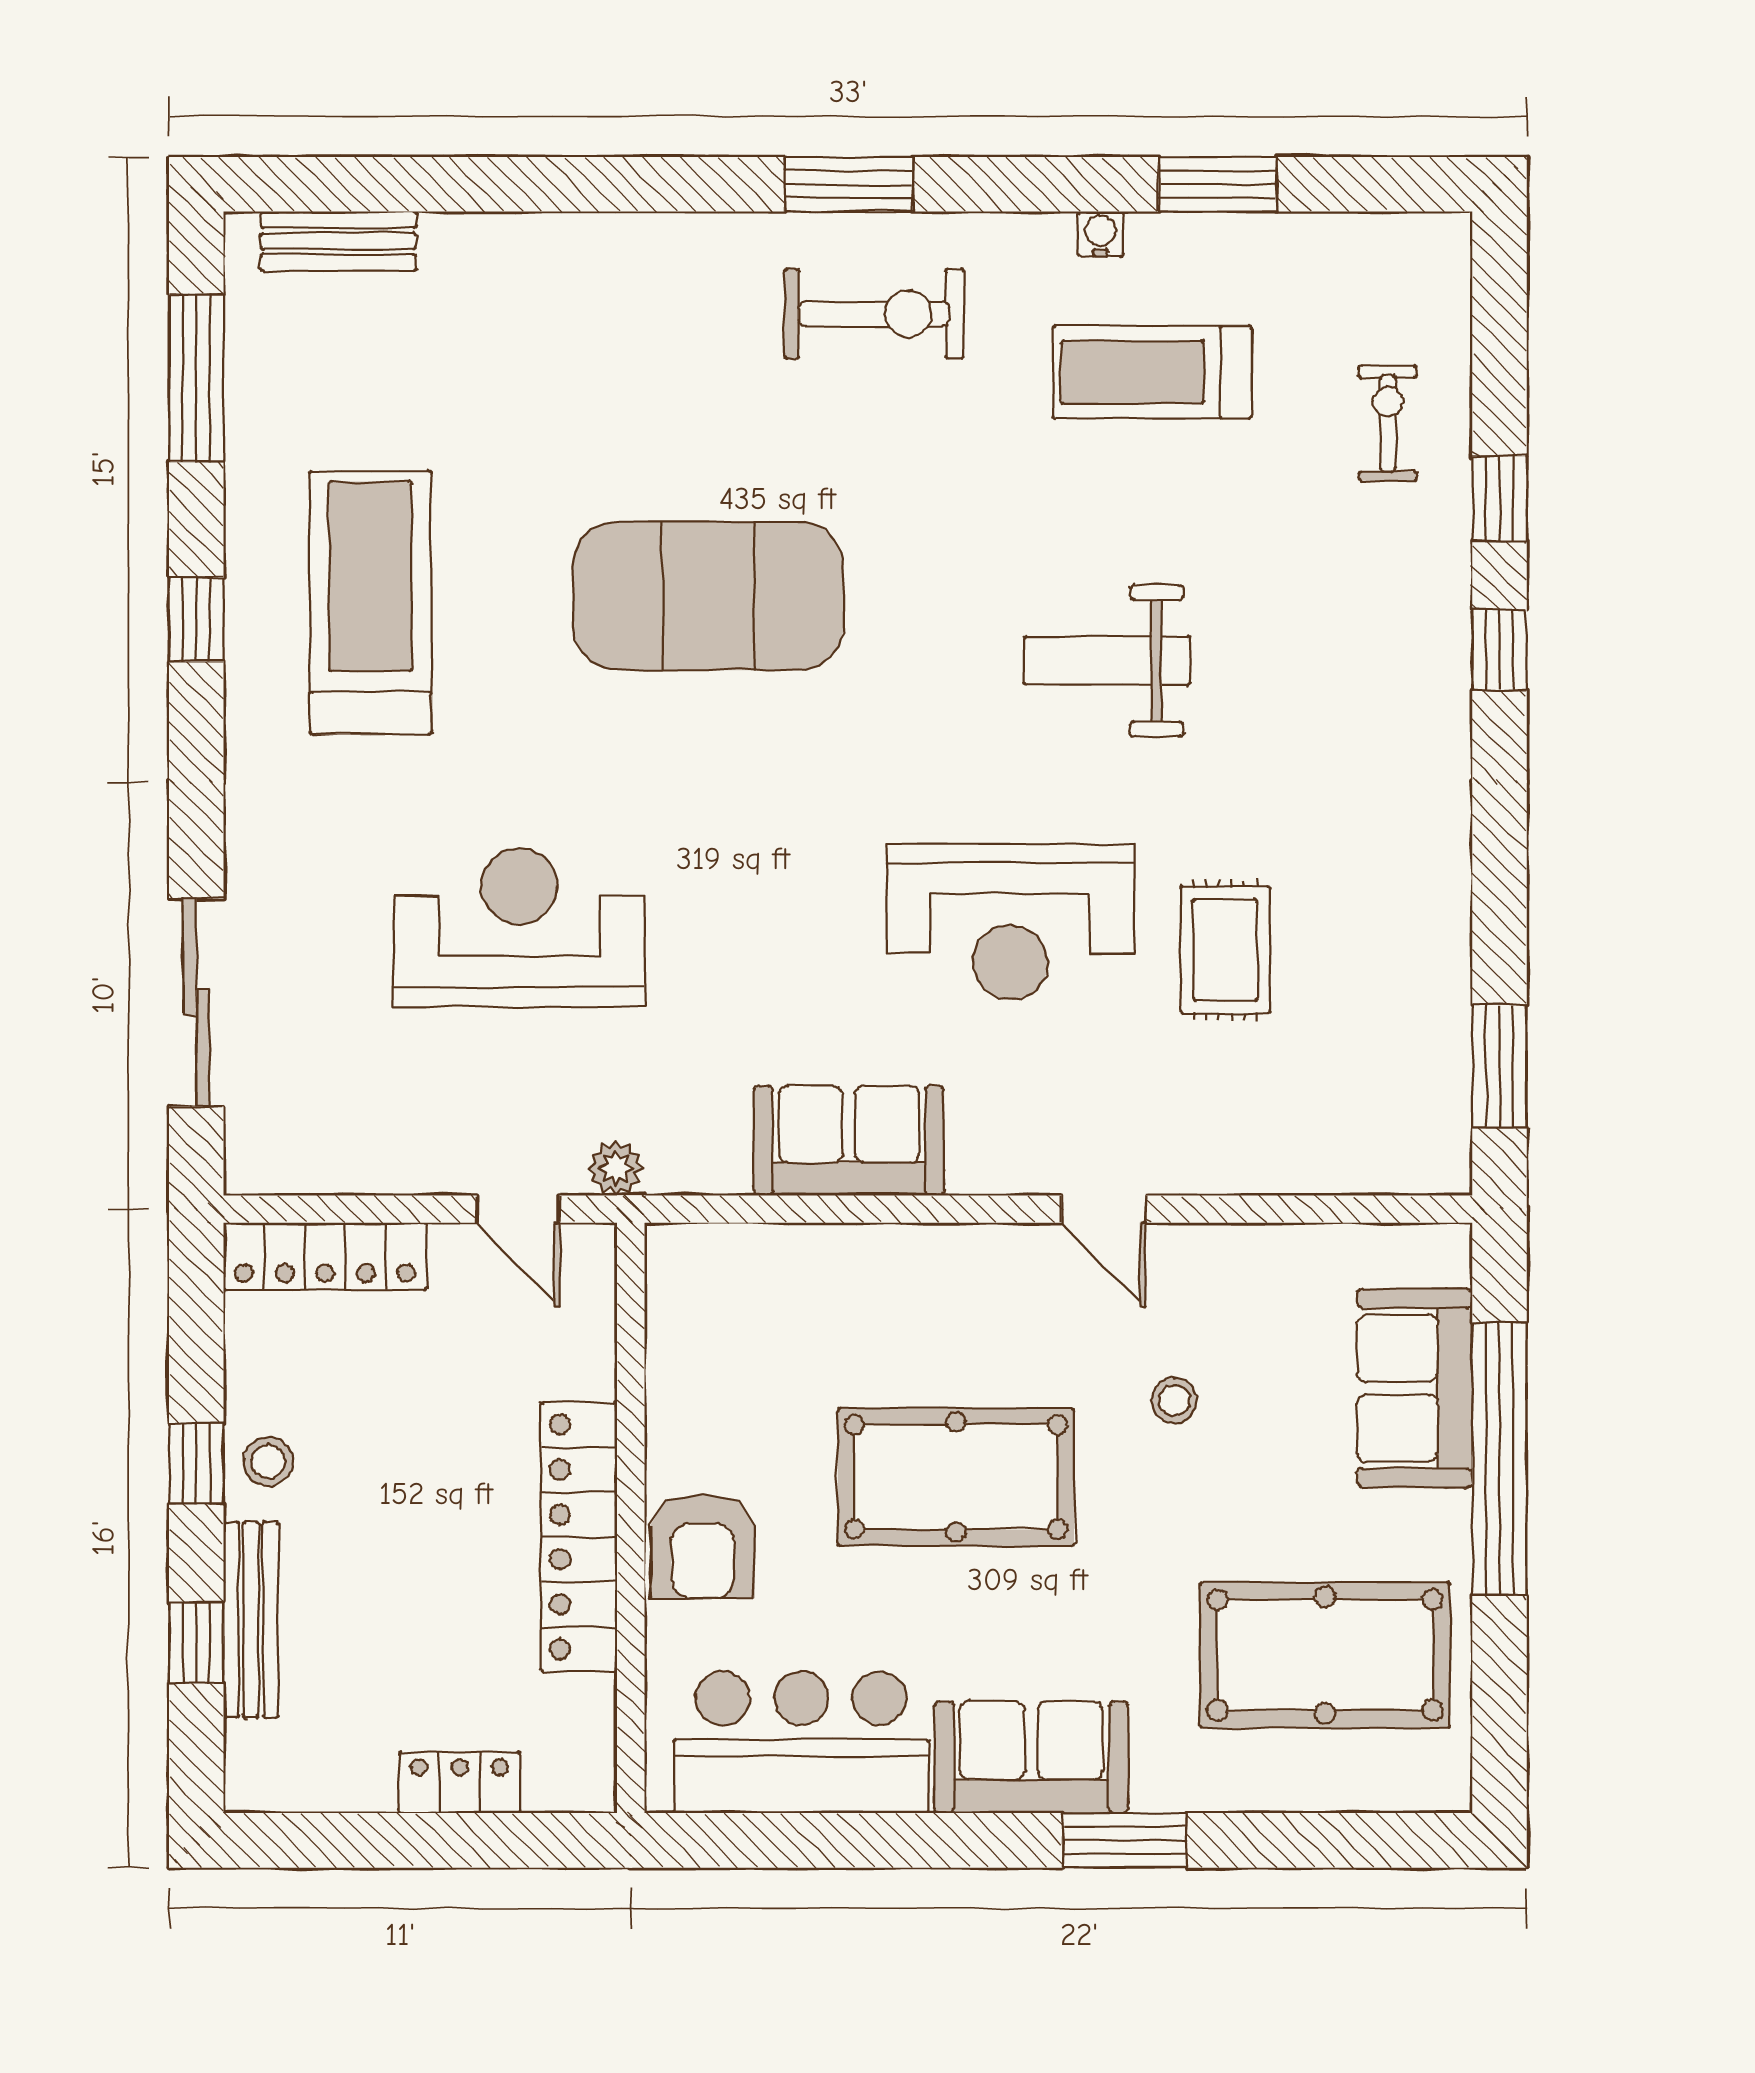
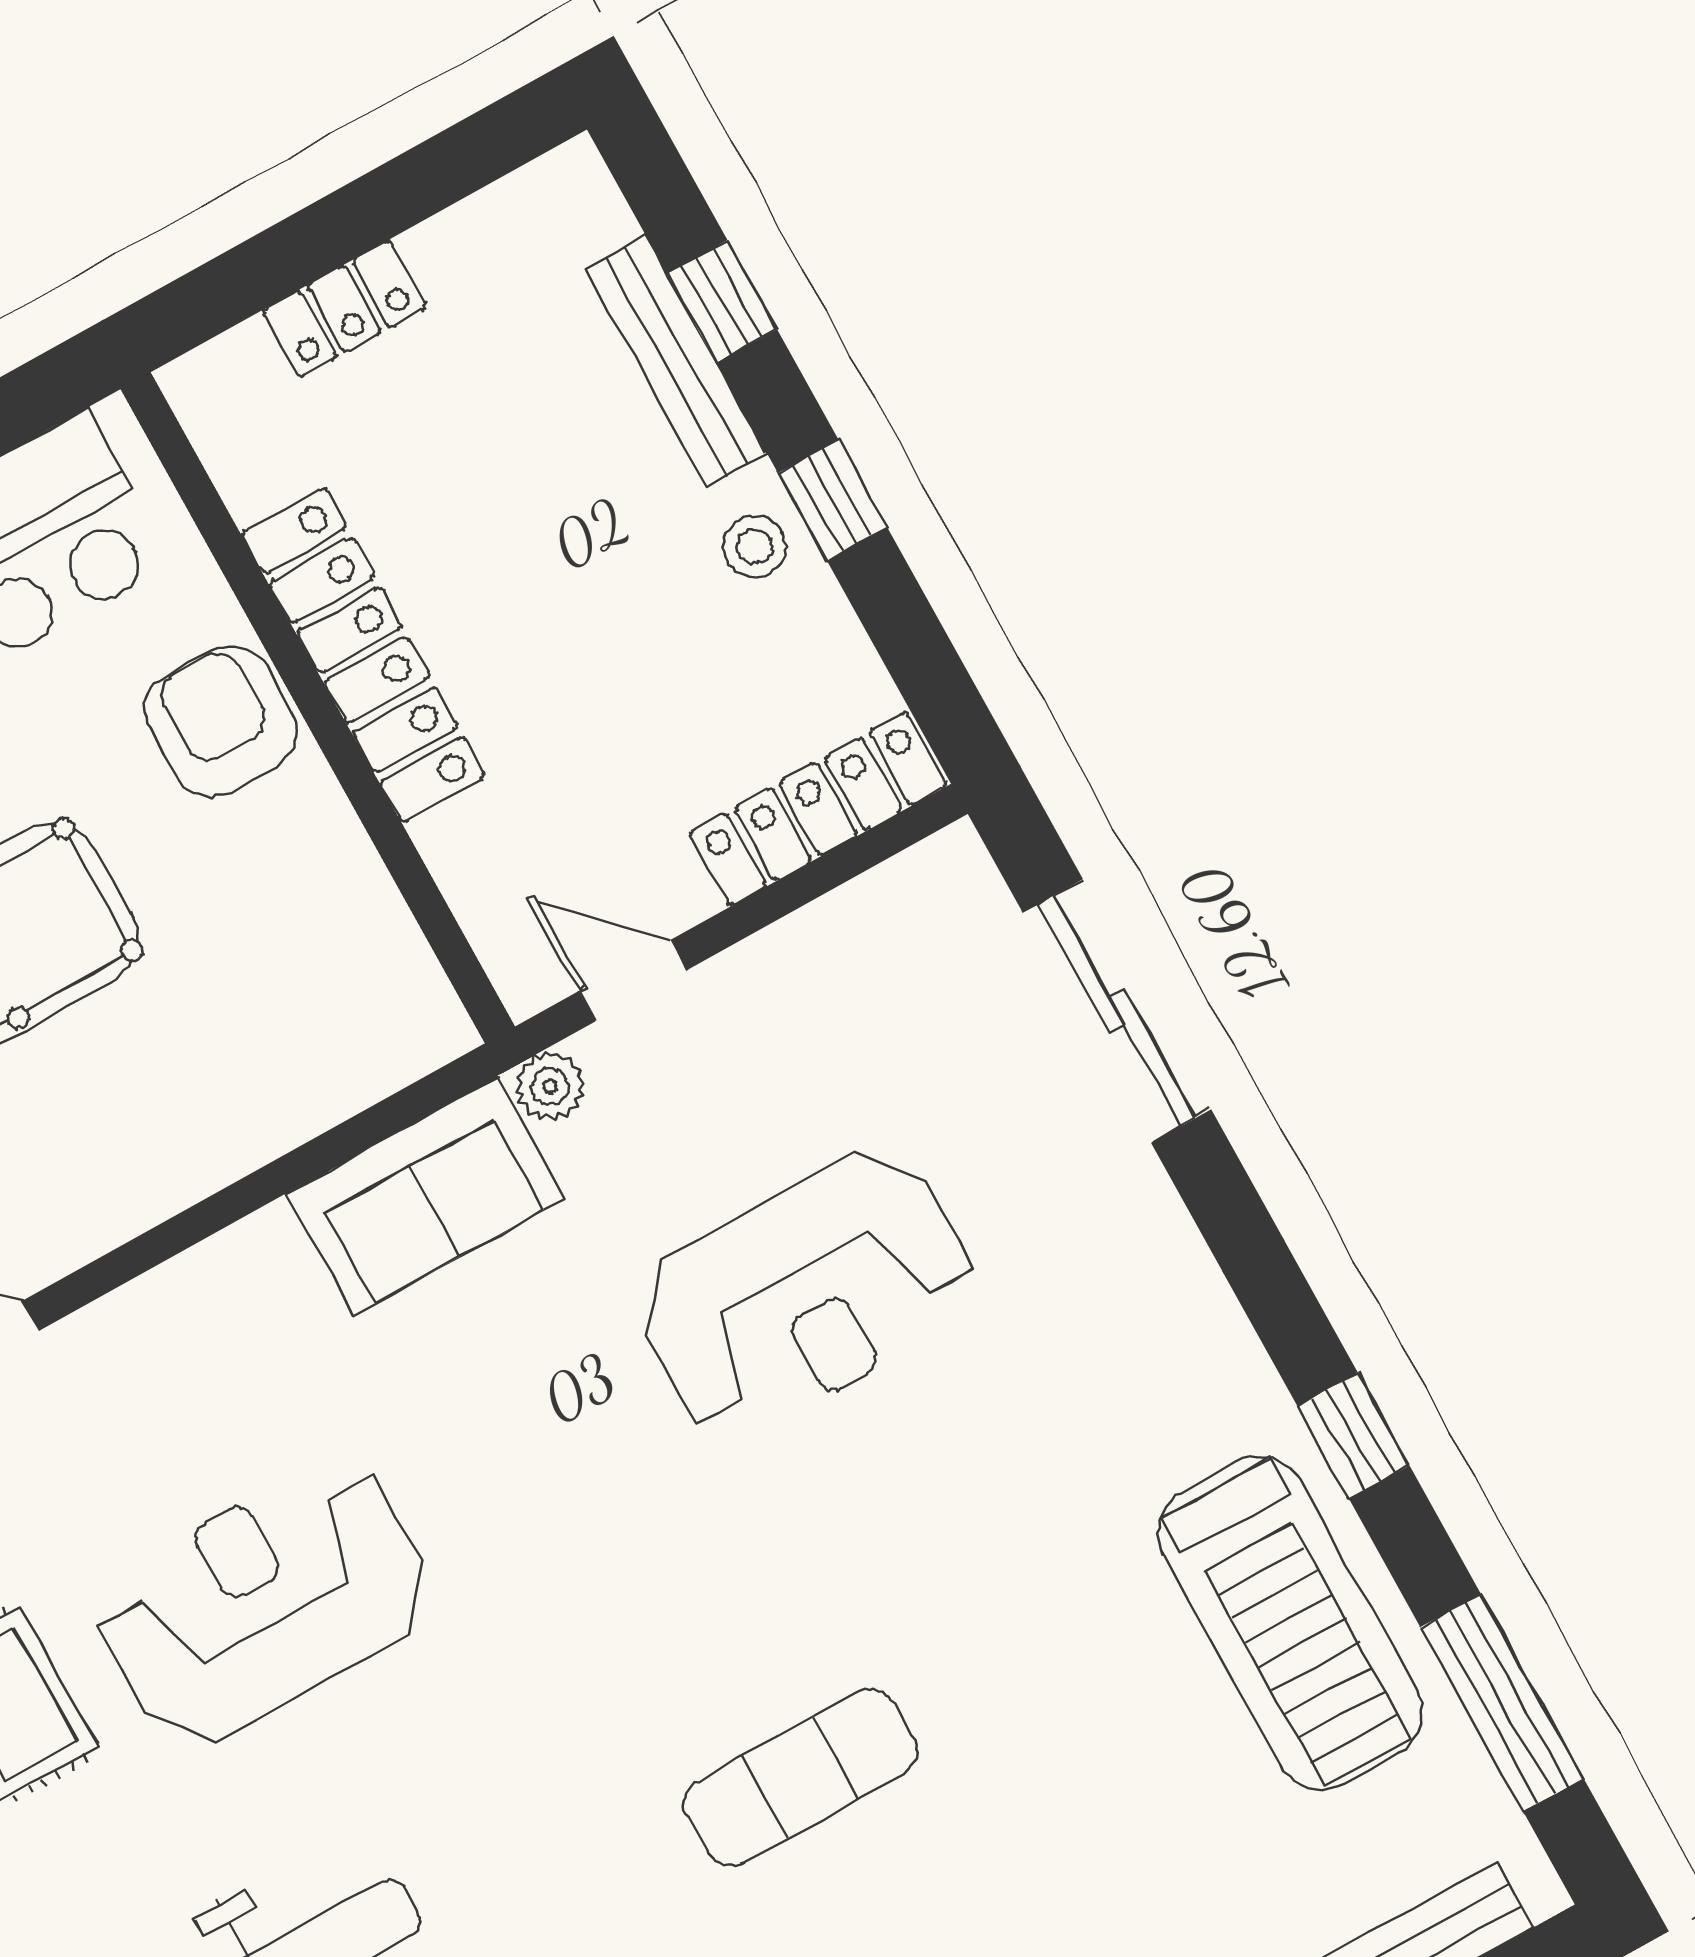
exercise mat: (708, 596) -> (801, 1777), width x0.50, depth x0.69
treadmill: (370, 603) -> (1290, 1623), moved
sofa: (849, 1141) -> (425, 1196), moved

